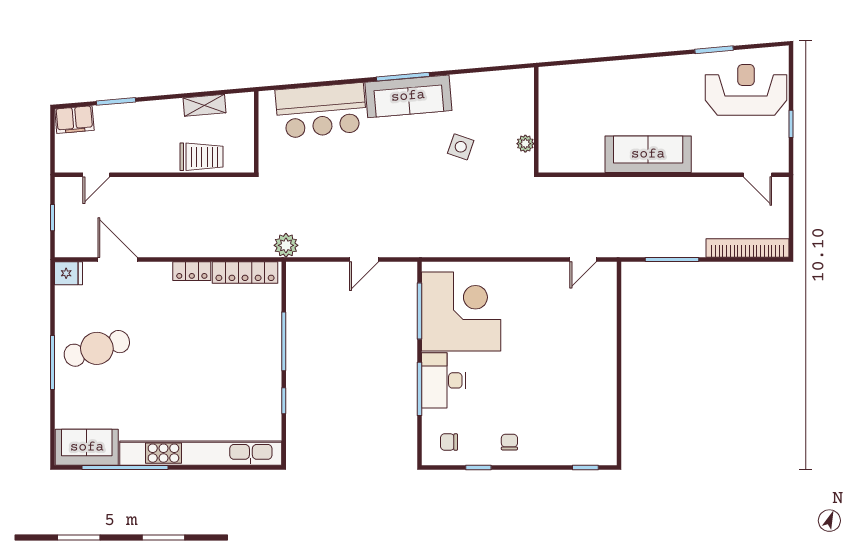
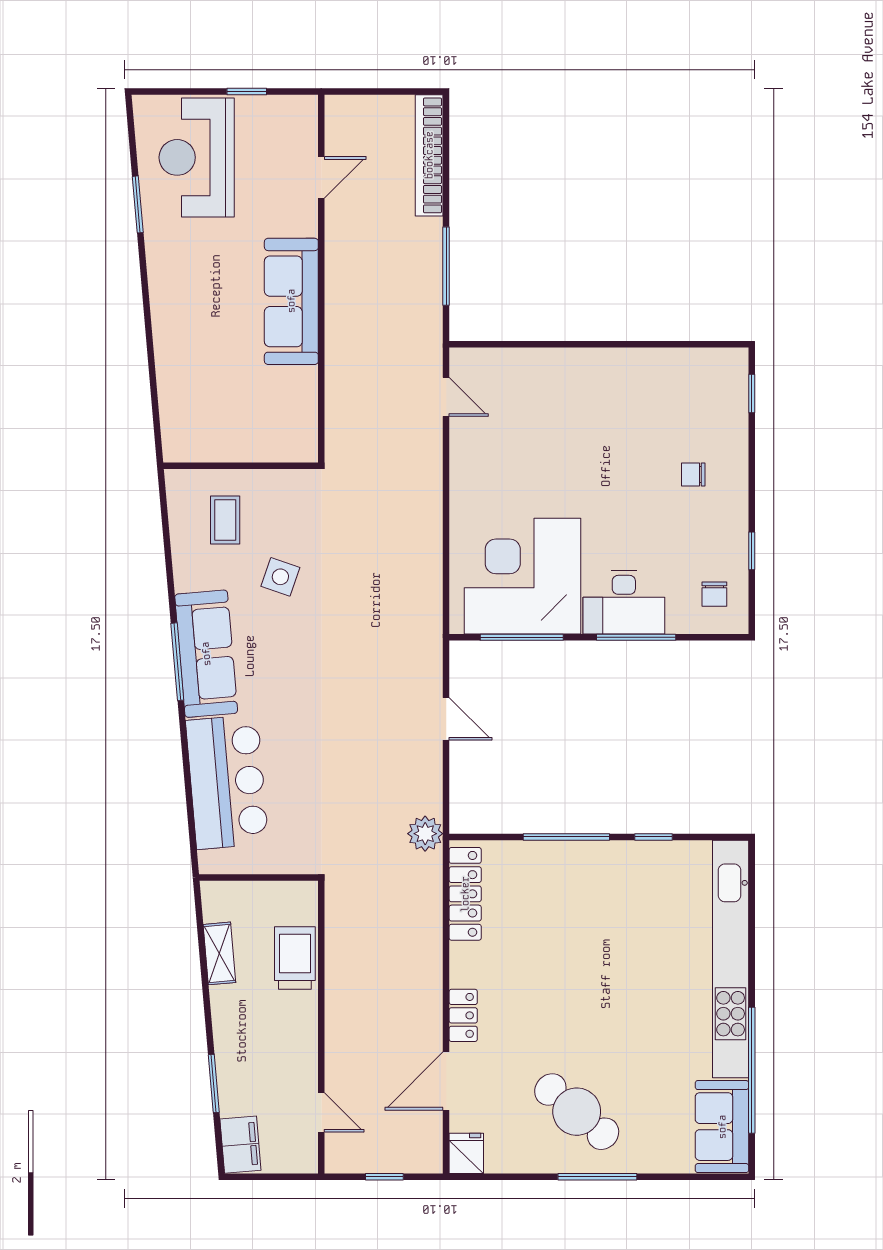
coffee table: (499, 109) -> (225, 520), added
plant: (525, 144) -> (276, 482), removed
door: (758, 175) -> (321, 177), moved
locker: (192, 271) -> (463, 1015), moved
cafe table: (97, 348) -> (577, 1112), turned -33
chair: (509, 442) -> (693, 474), moved

